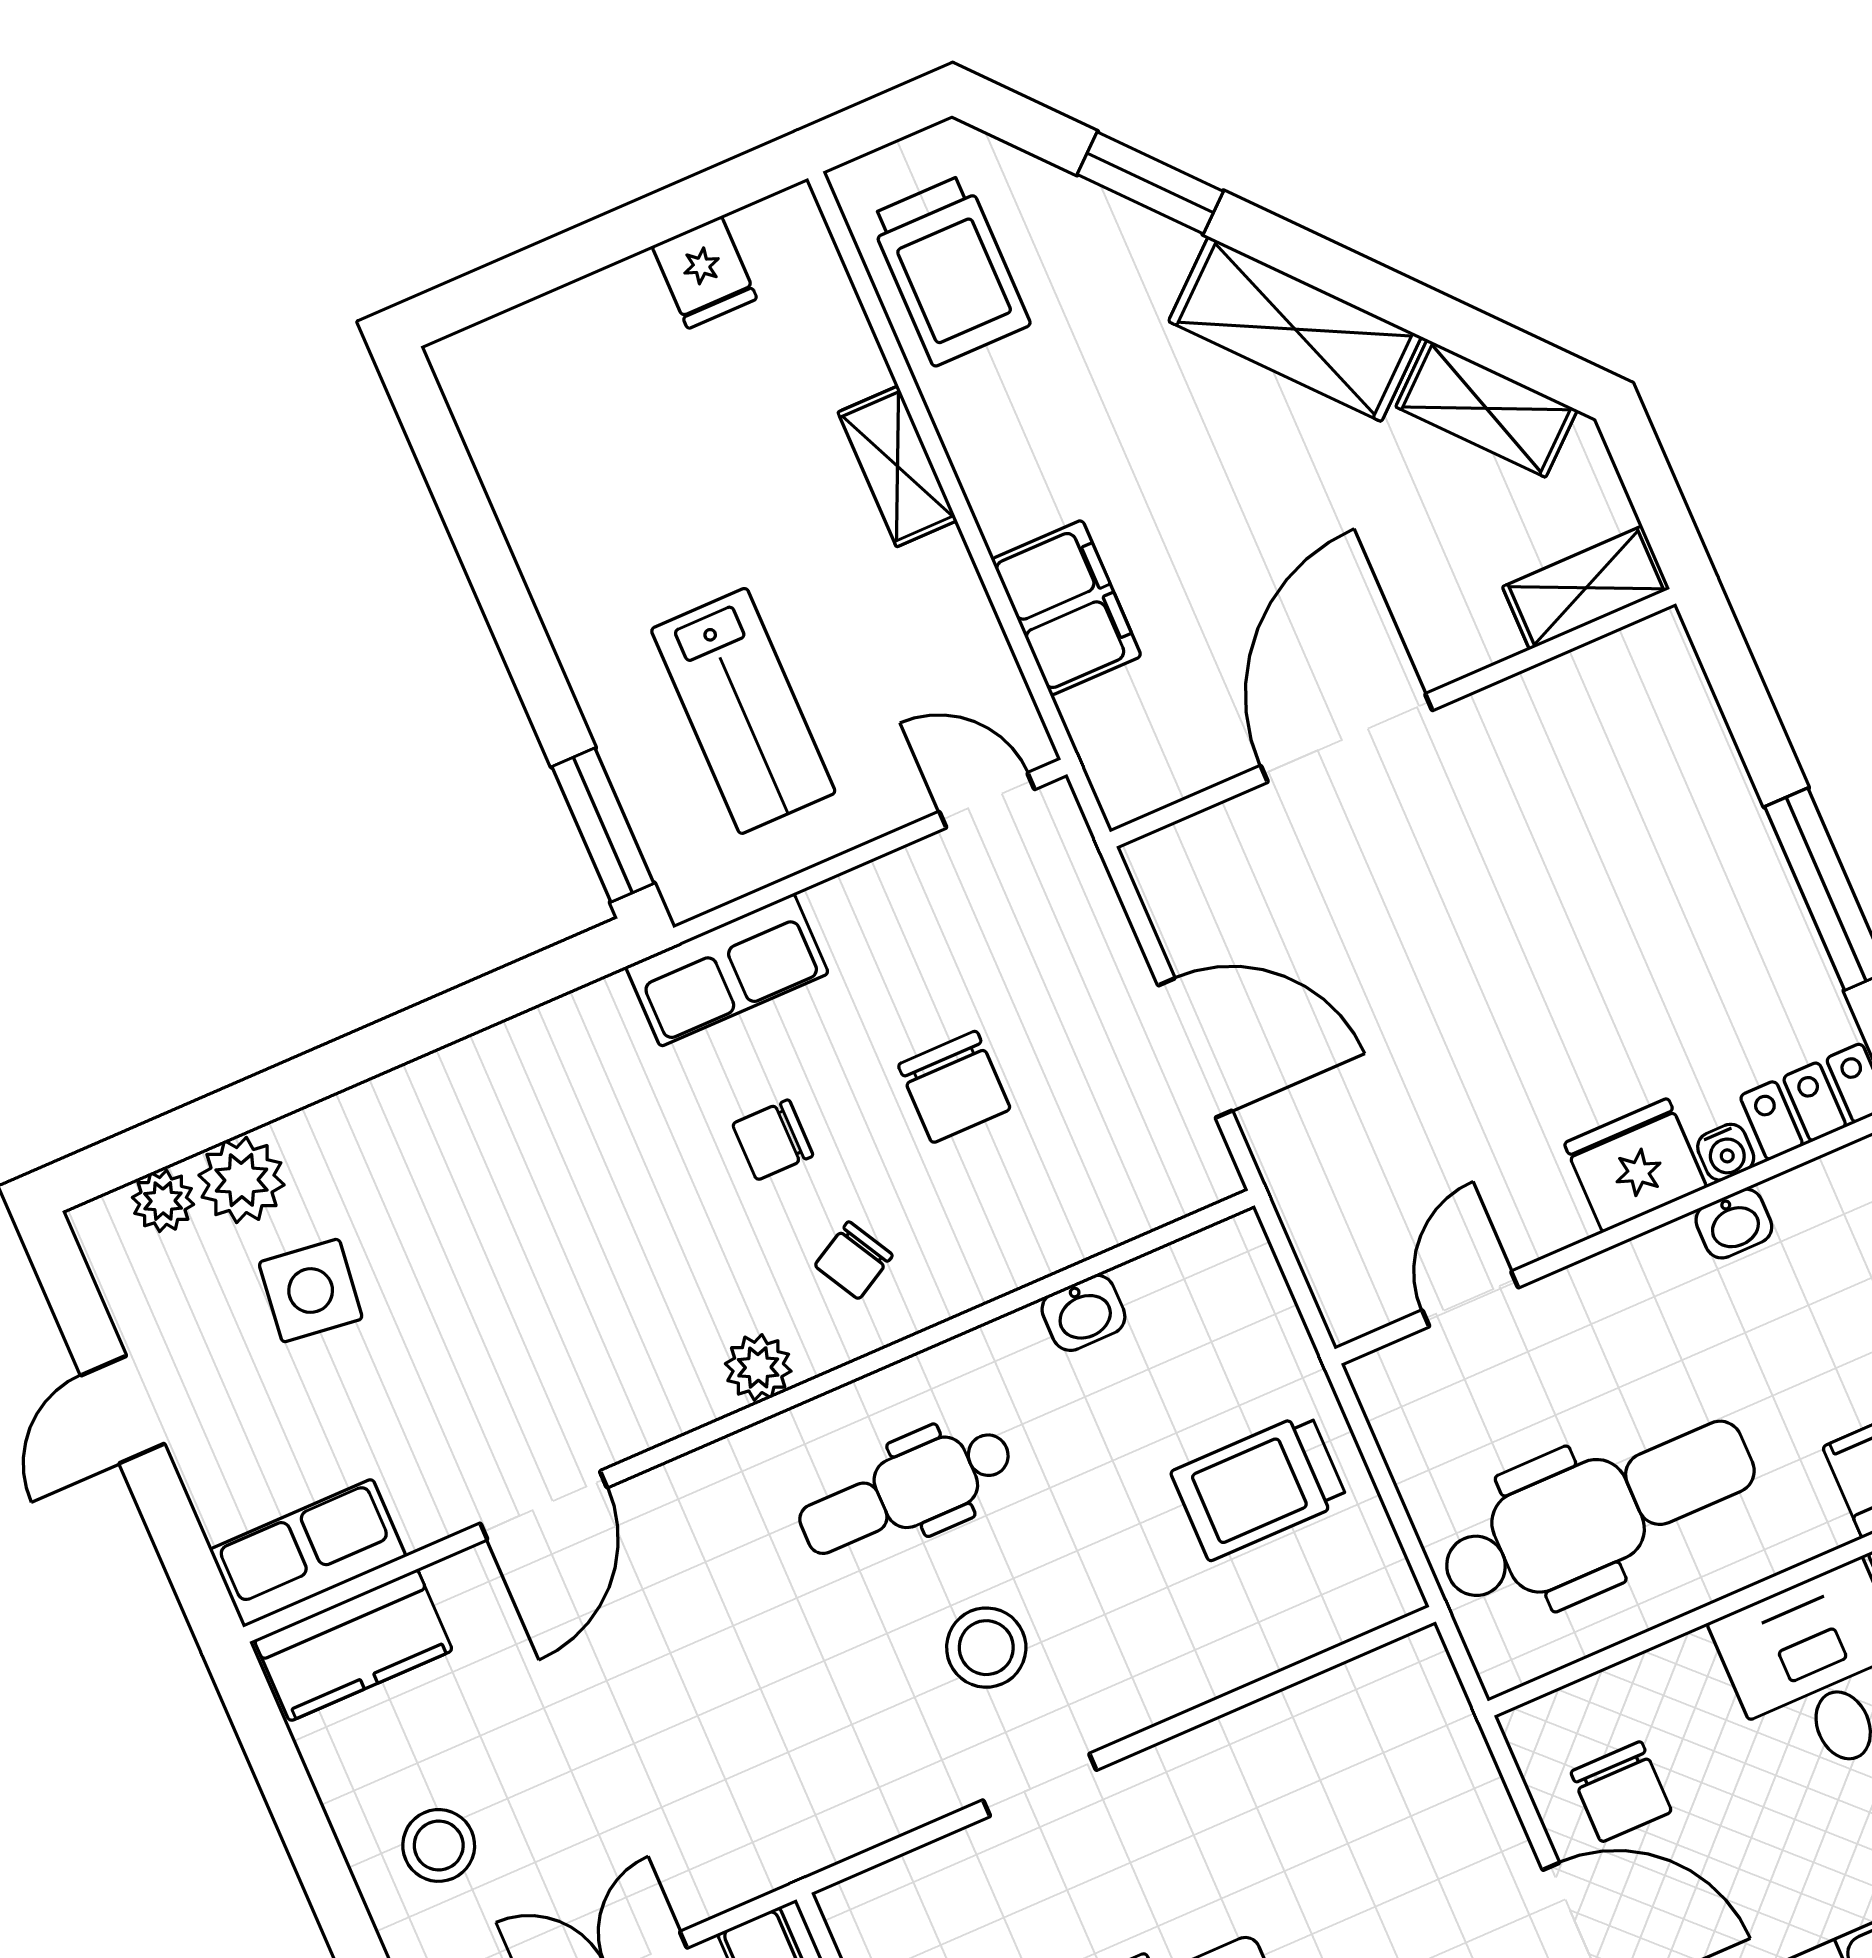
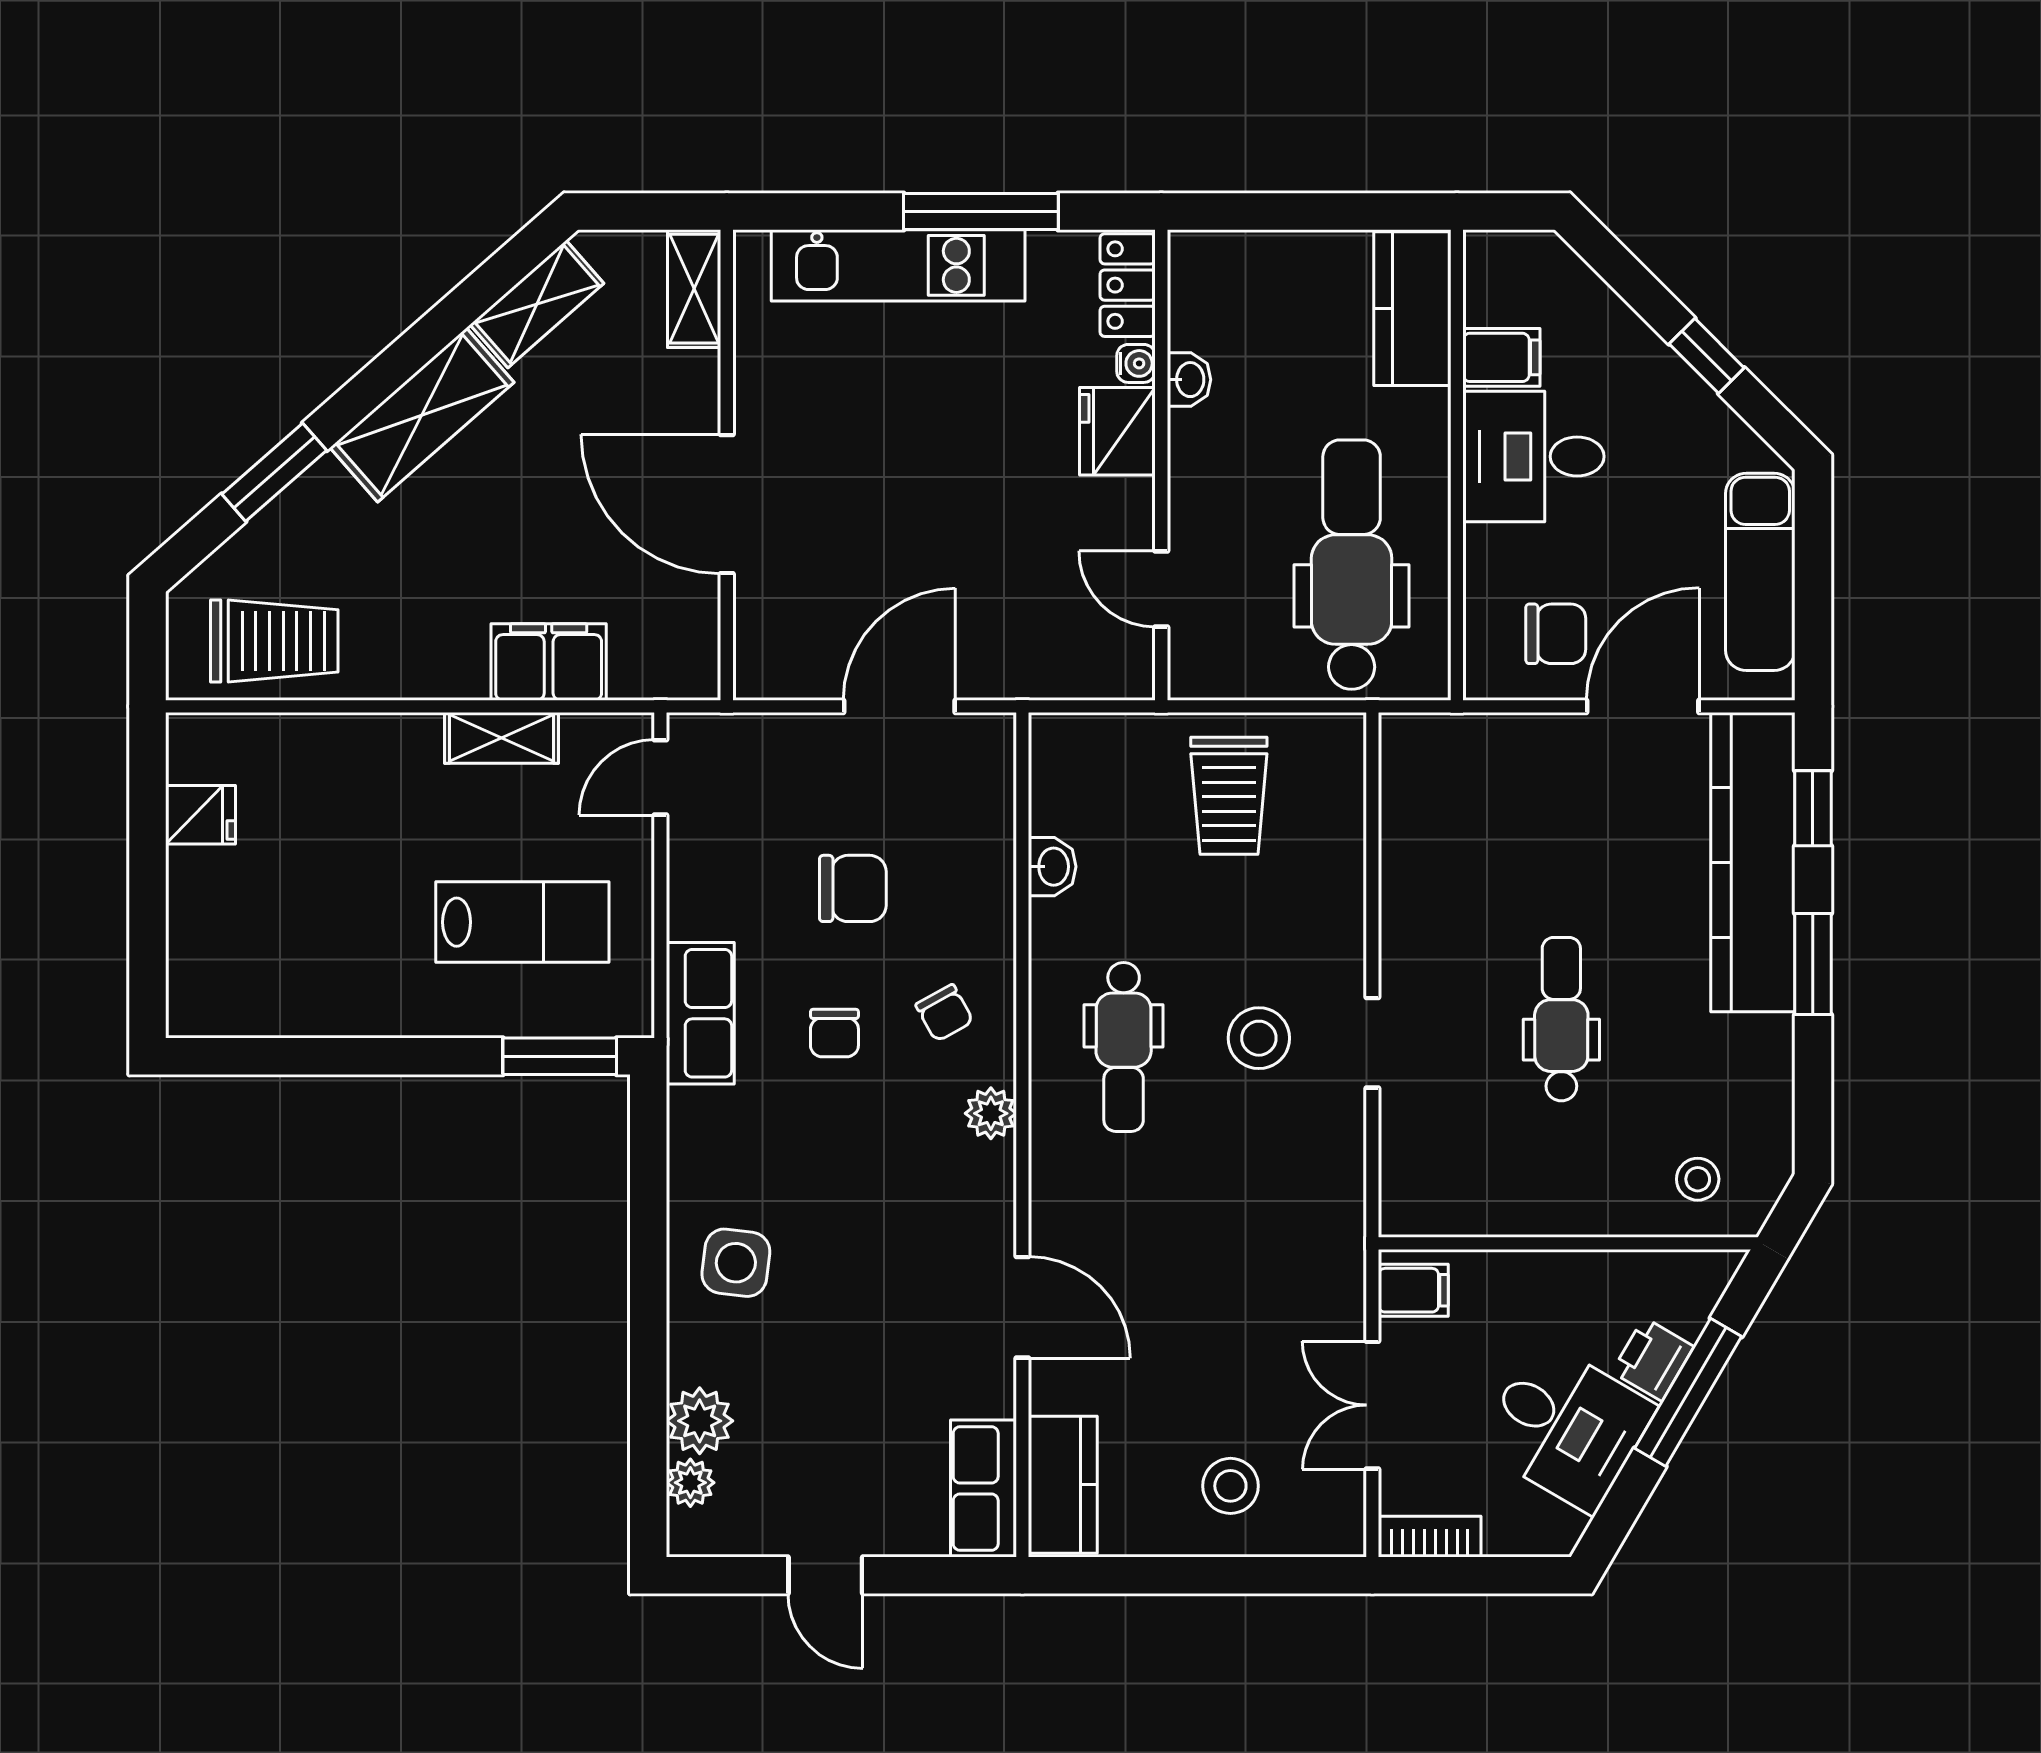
shelving: (897, 466) -> (502, 738), moved
kitchen unit: (1719, 818) -> (898, 265), added
side table: (311, 1291) -> (736, 1263), moved

